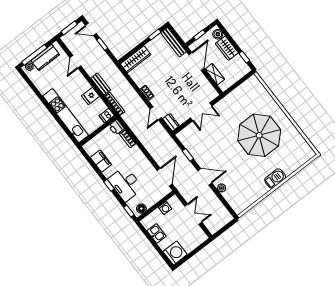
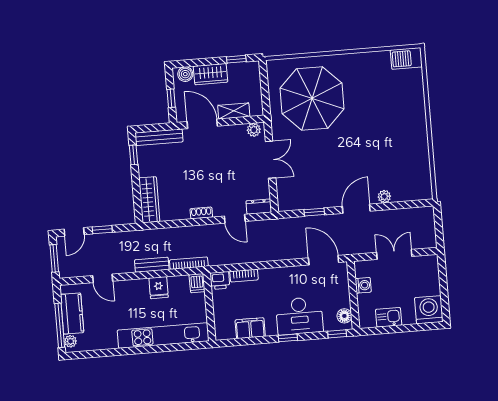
plant: (212, 92) -> (254, 130), added
parasol: (259, 135) -> (312, 98), moved
barbecue: (275, 178) -> (406, 58), moved, turned -90

